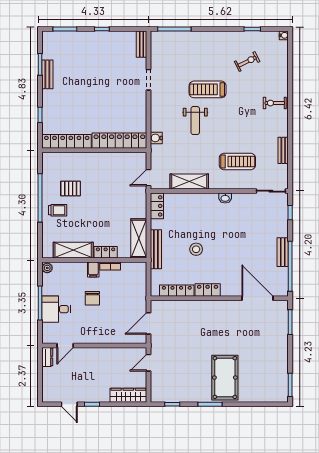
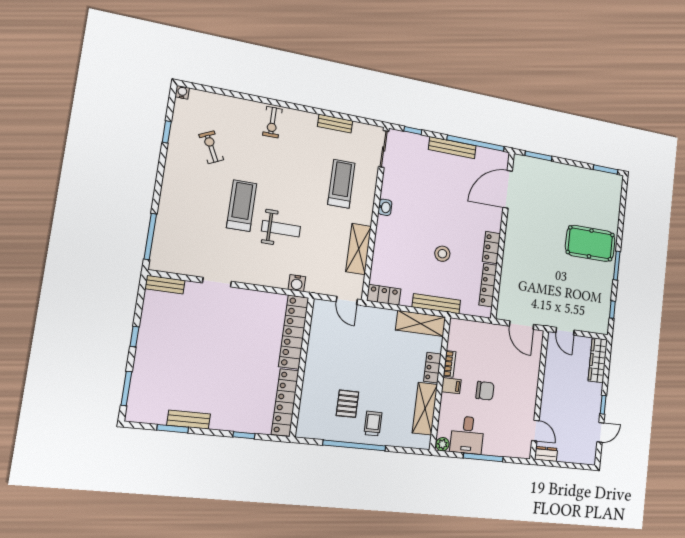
treadmill: (208, 89) -> (242, 206), turned 180
bench: (283, 252) -> (452, 148), width x1.36
desk: (56, 309) -> (467, 435), moved

